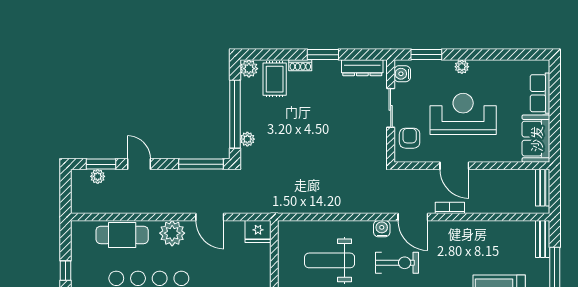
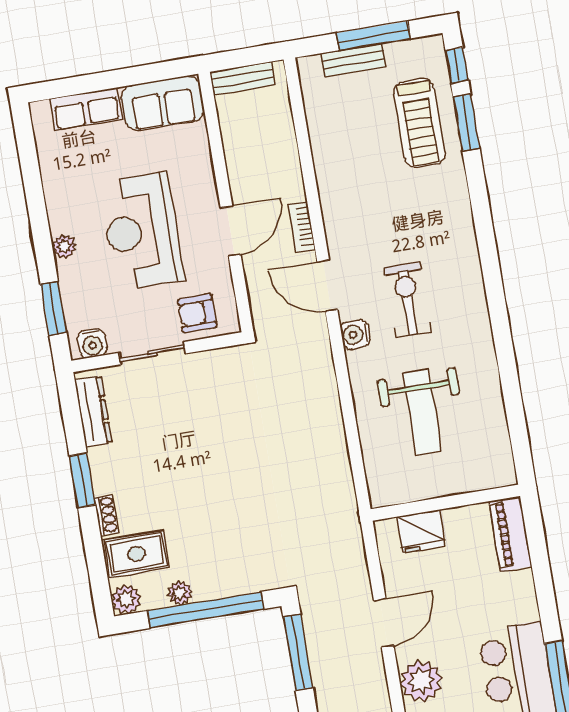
plant: (247, 139) -> (180, 593), moved
door: (413, 217) -> (327, 286), swing flipped
fridge: (258, 232) -> (421, 531), moved, turned 90
bench: (543, 239) -> (353, 60), moved

